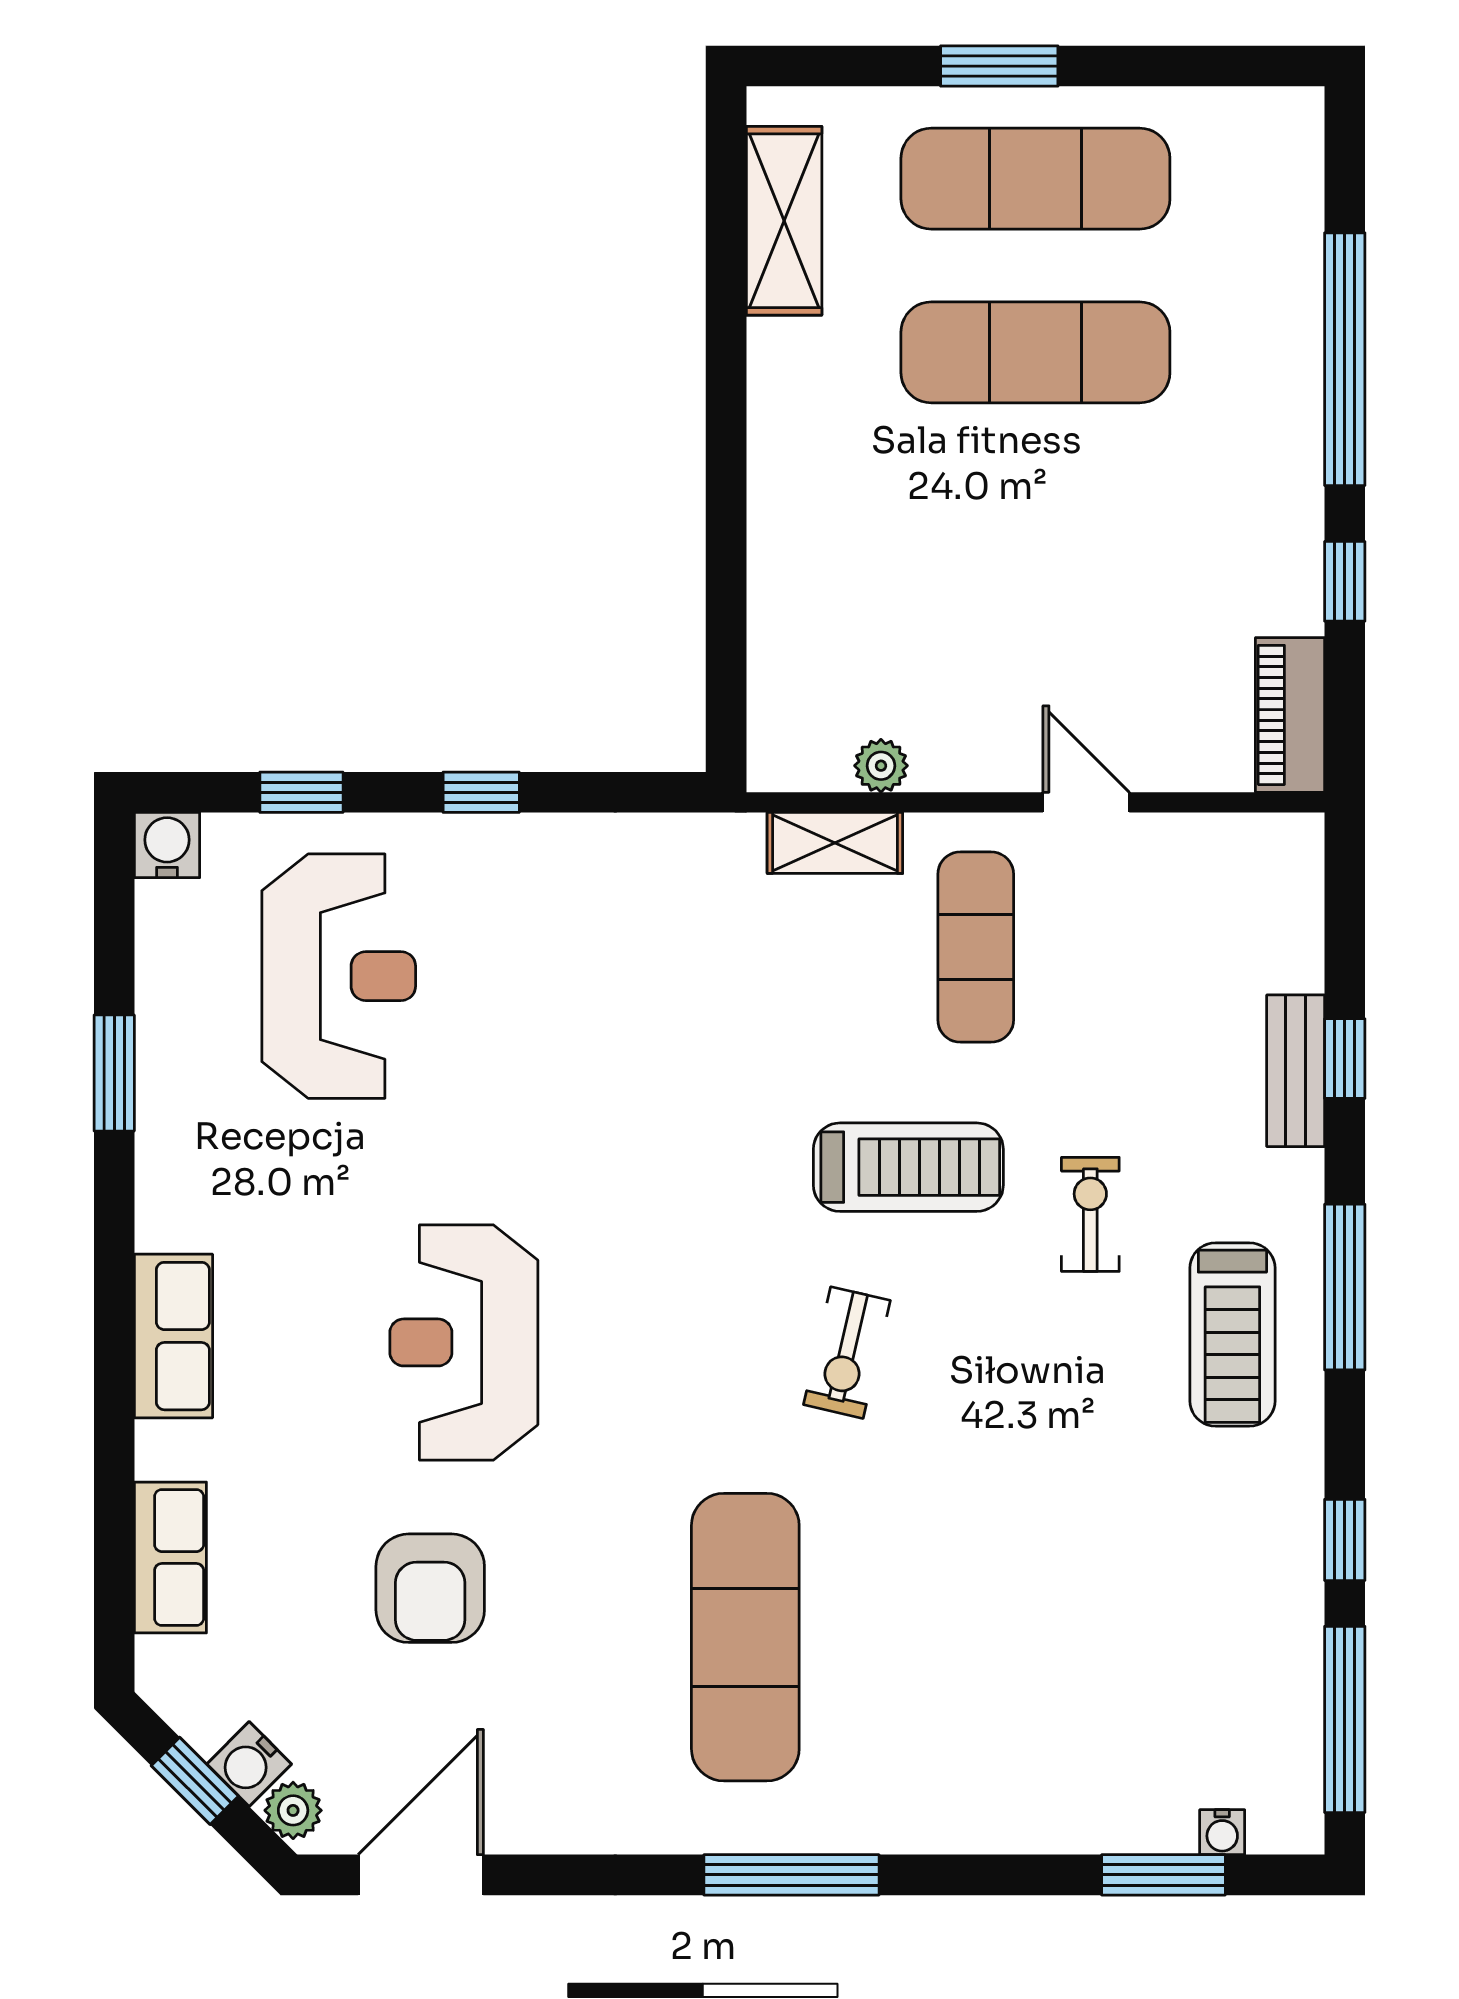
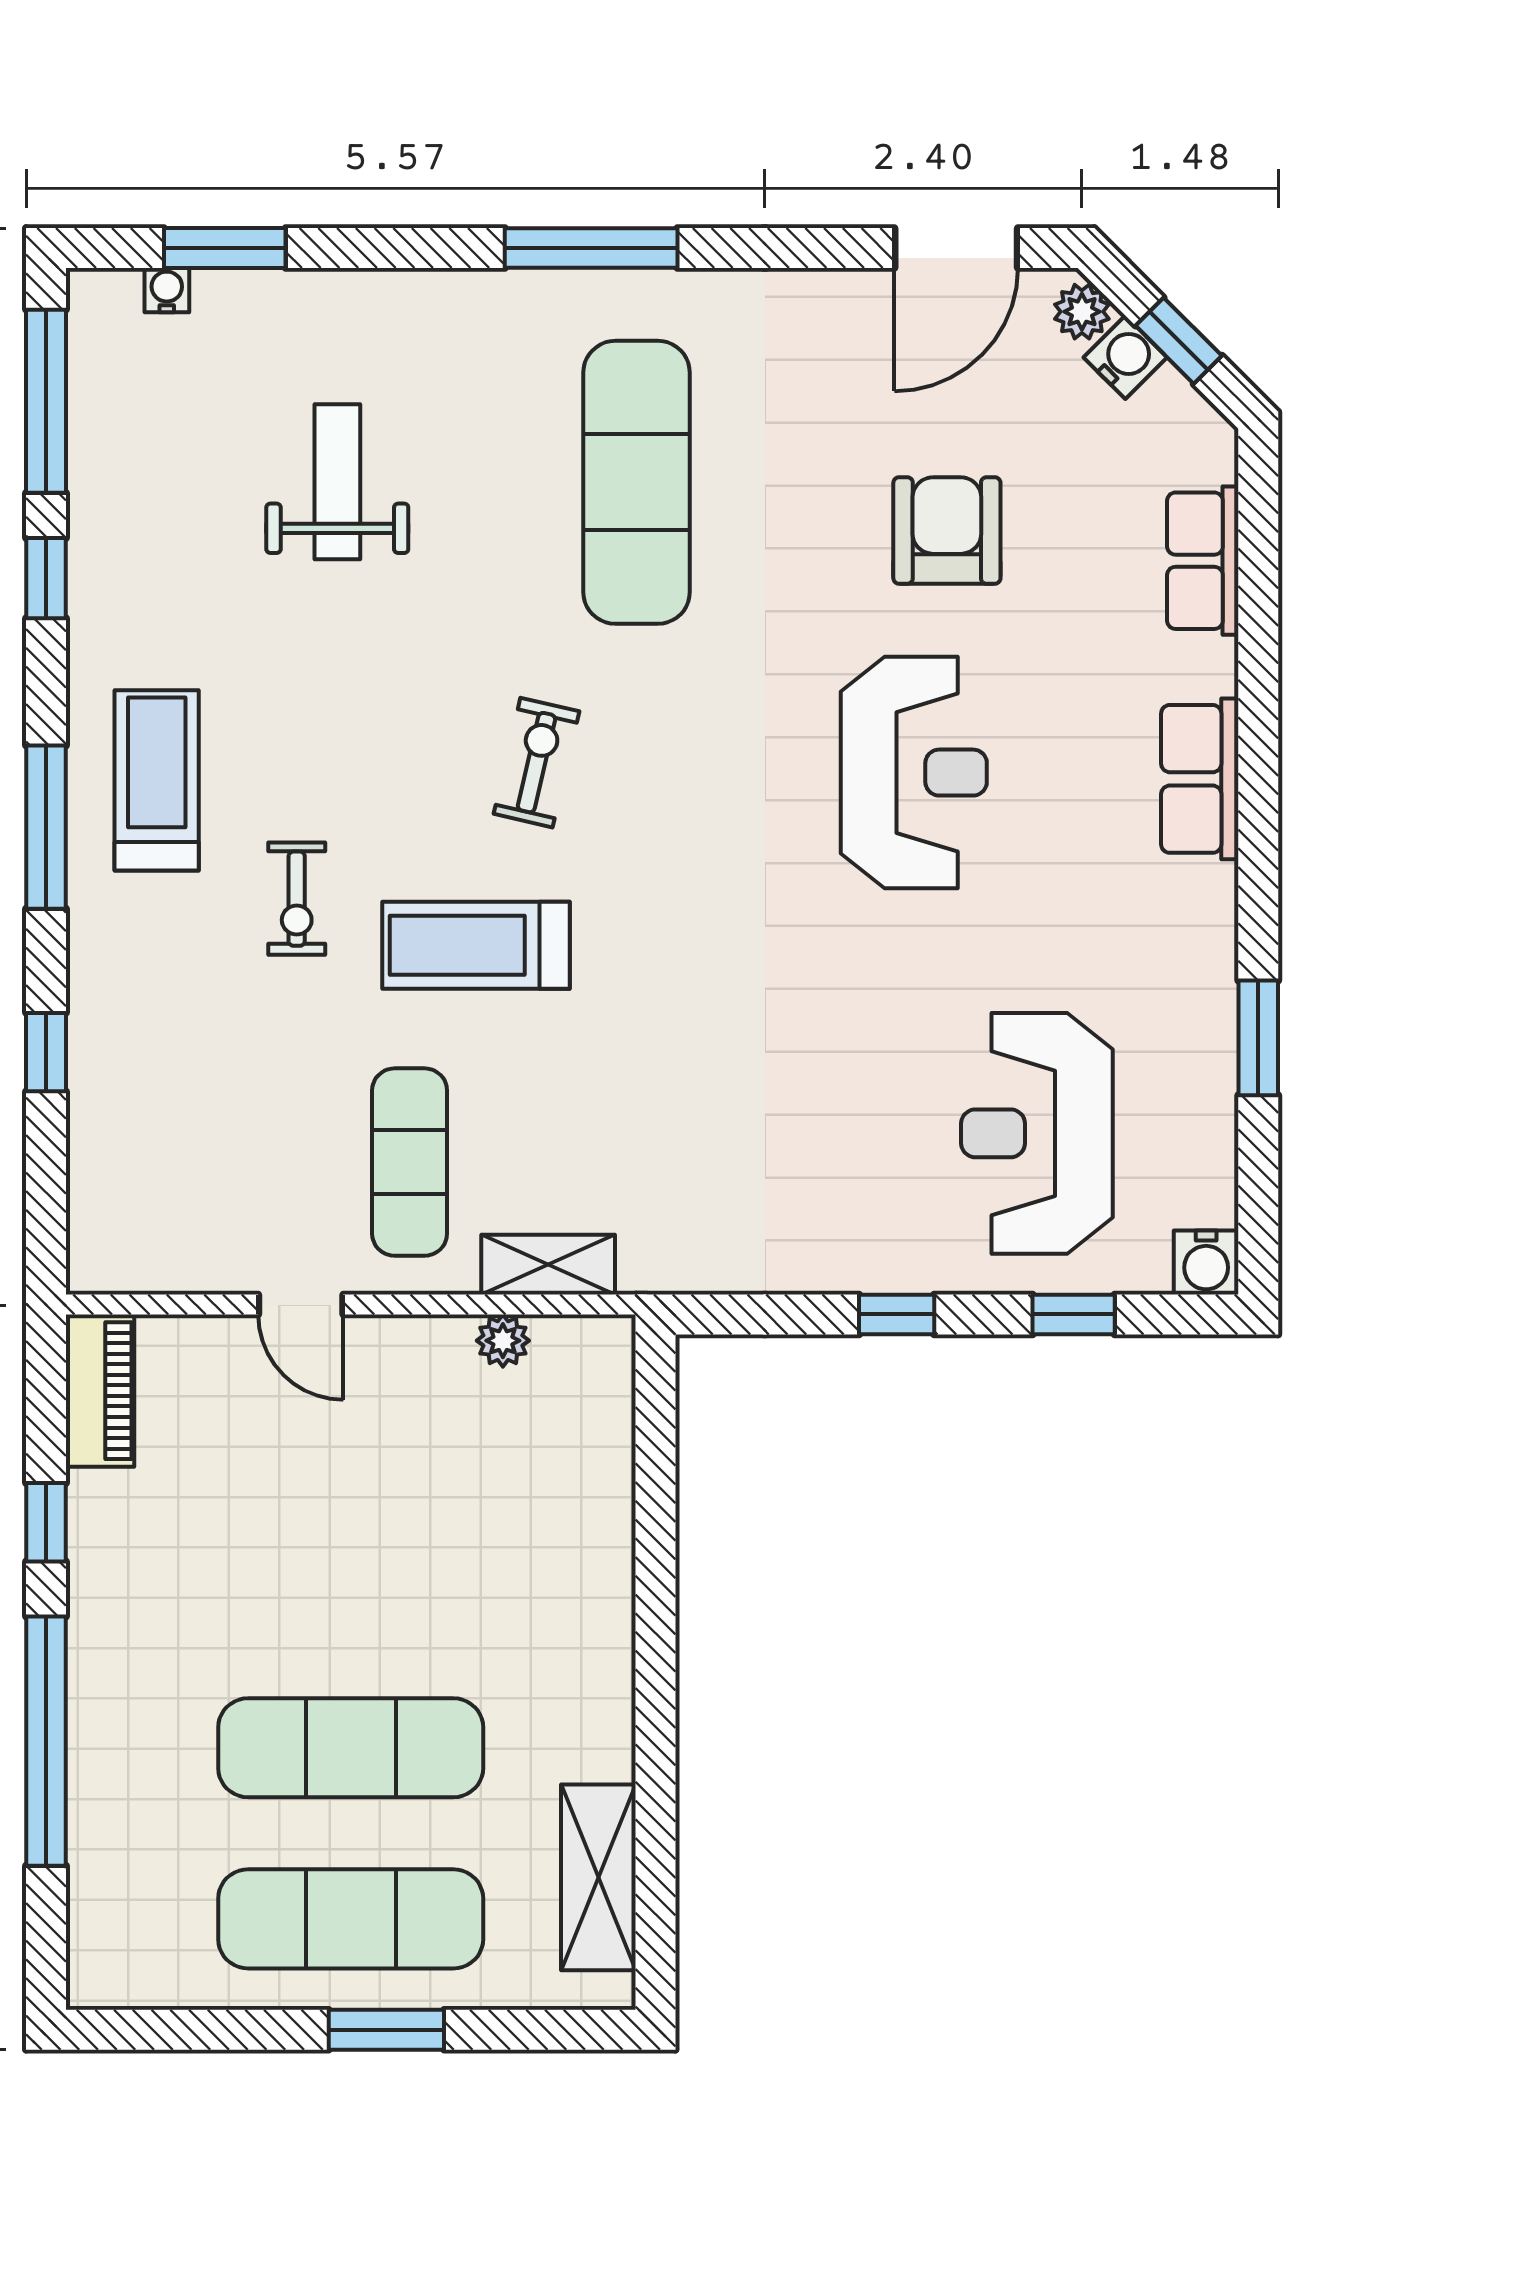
bench: (1296, 1071) -> (94, 1040), removed
weight bench: (1049, 1638) -> (337, 482), added

